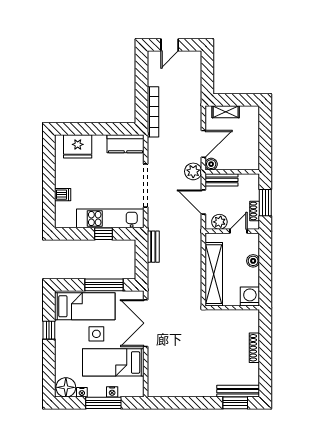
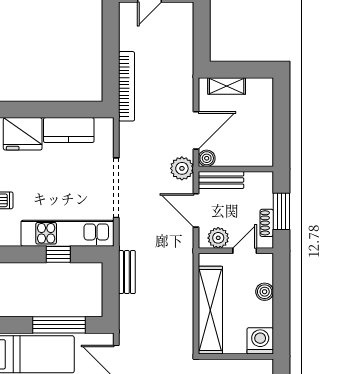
kitchen counter: (126, 144) -> (69, 130), moved

